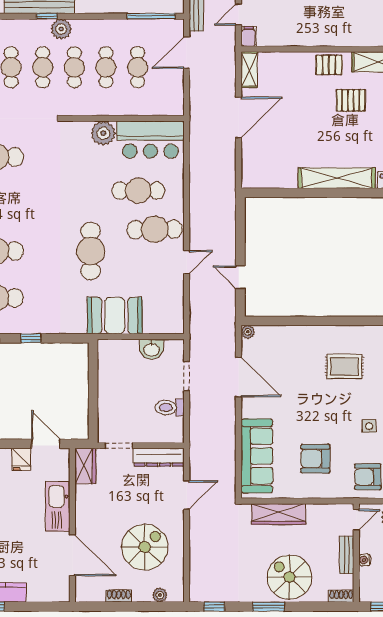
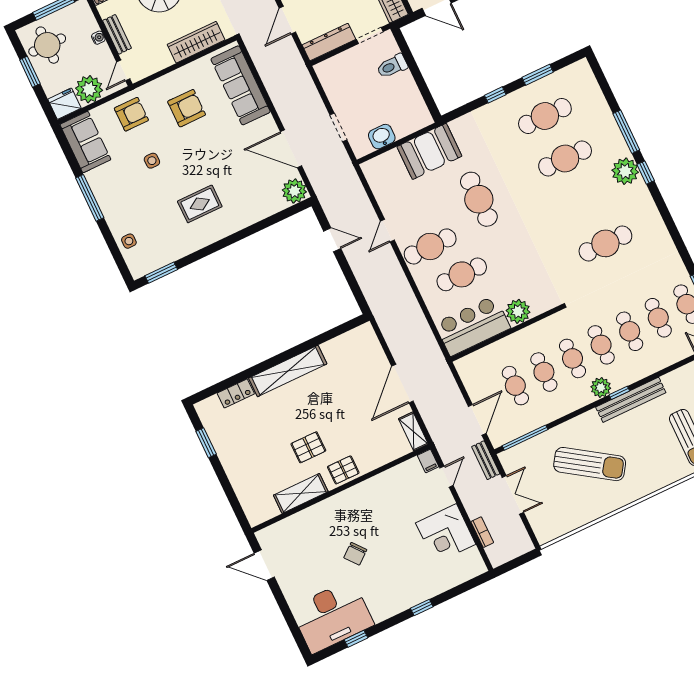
plant: (248, 332) -> (294, 191), width x1.88, depth x1.88
toilet: (170, 407) -> (392, 66), moved, turned 180

